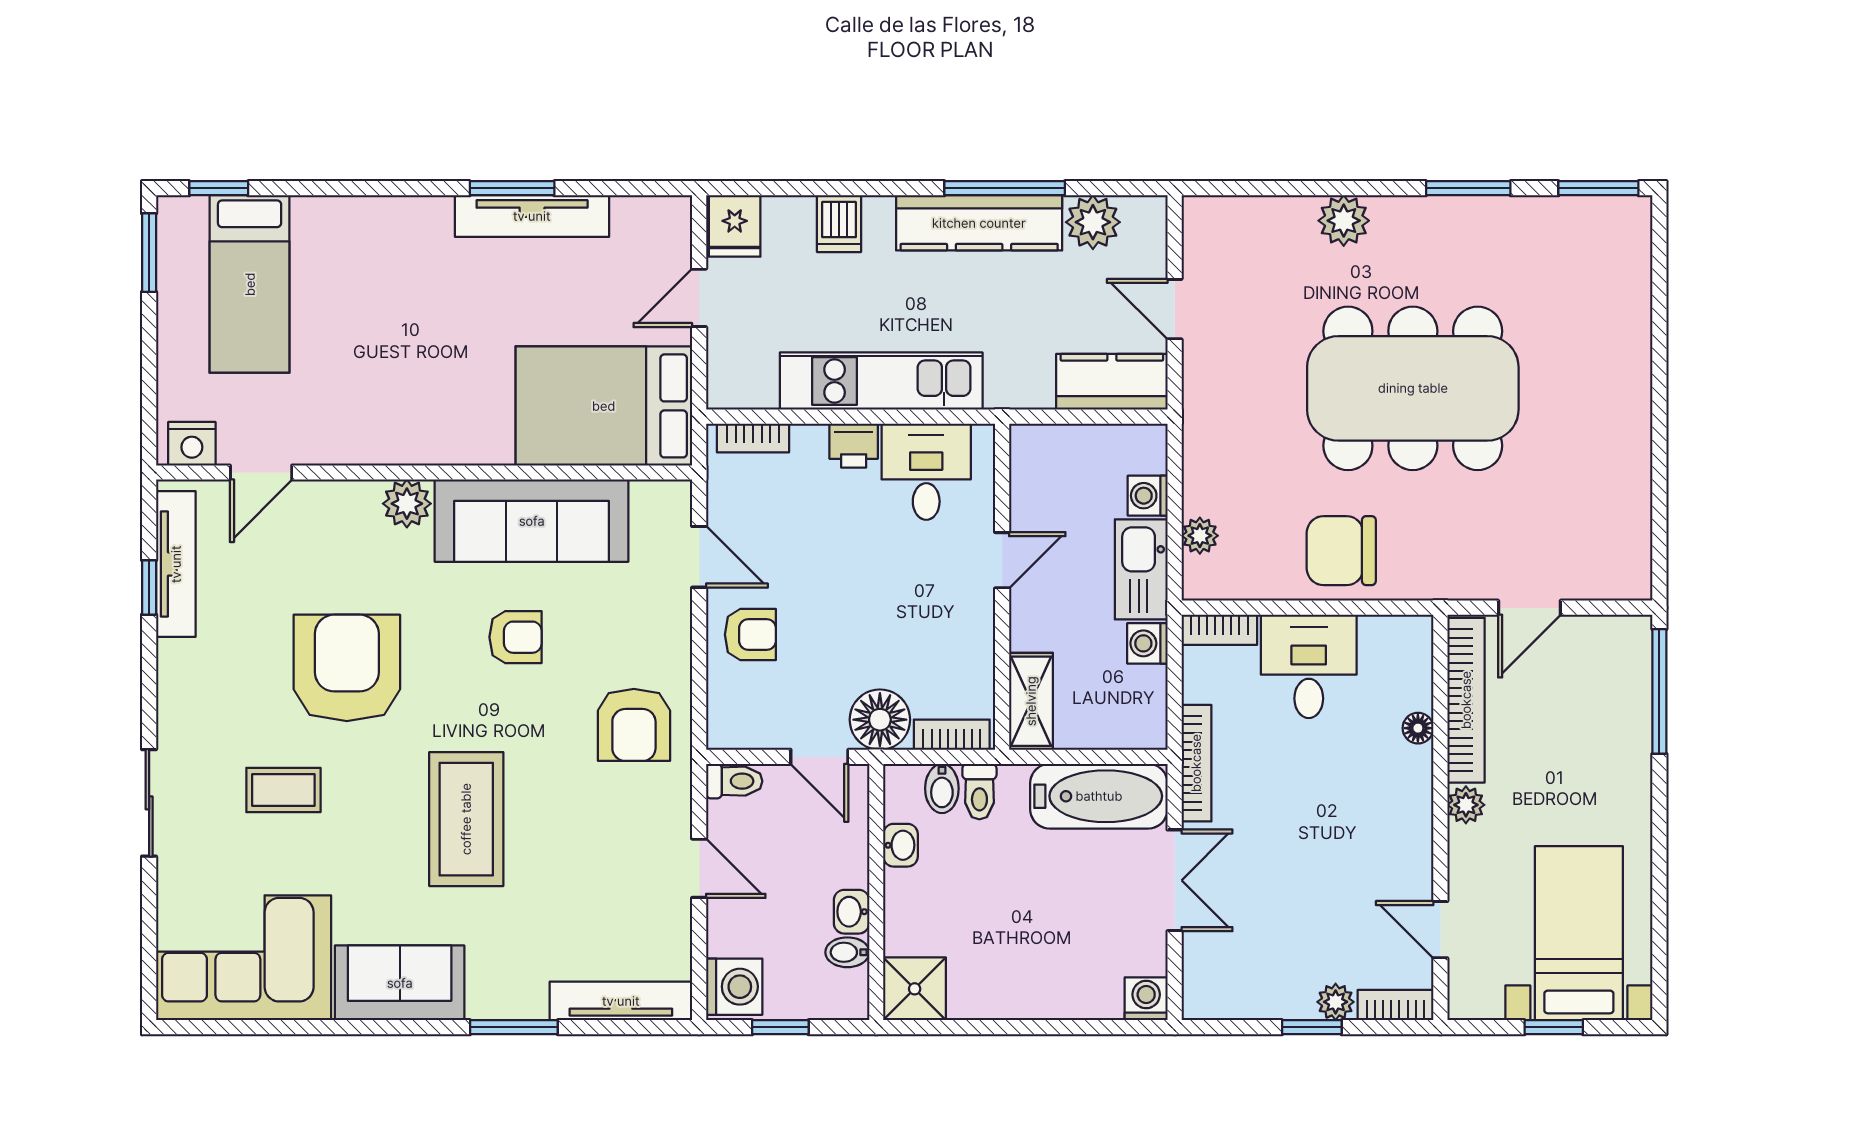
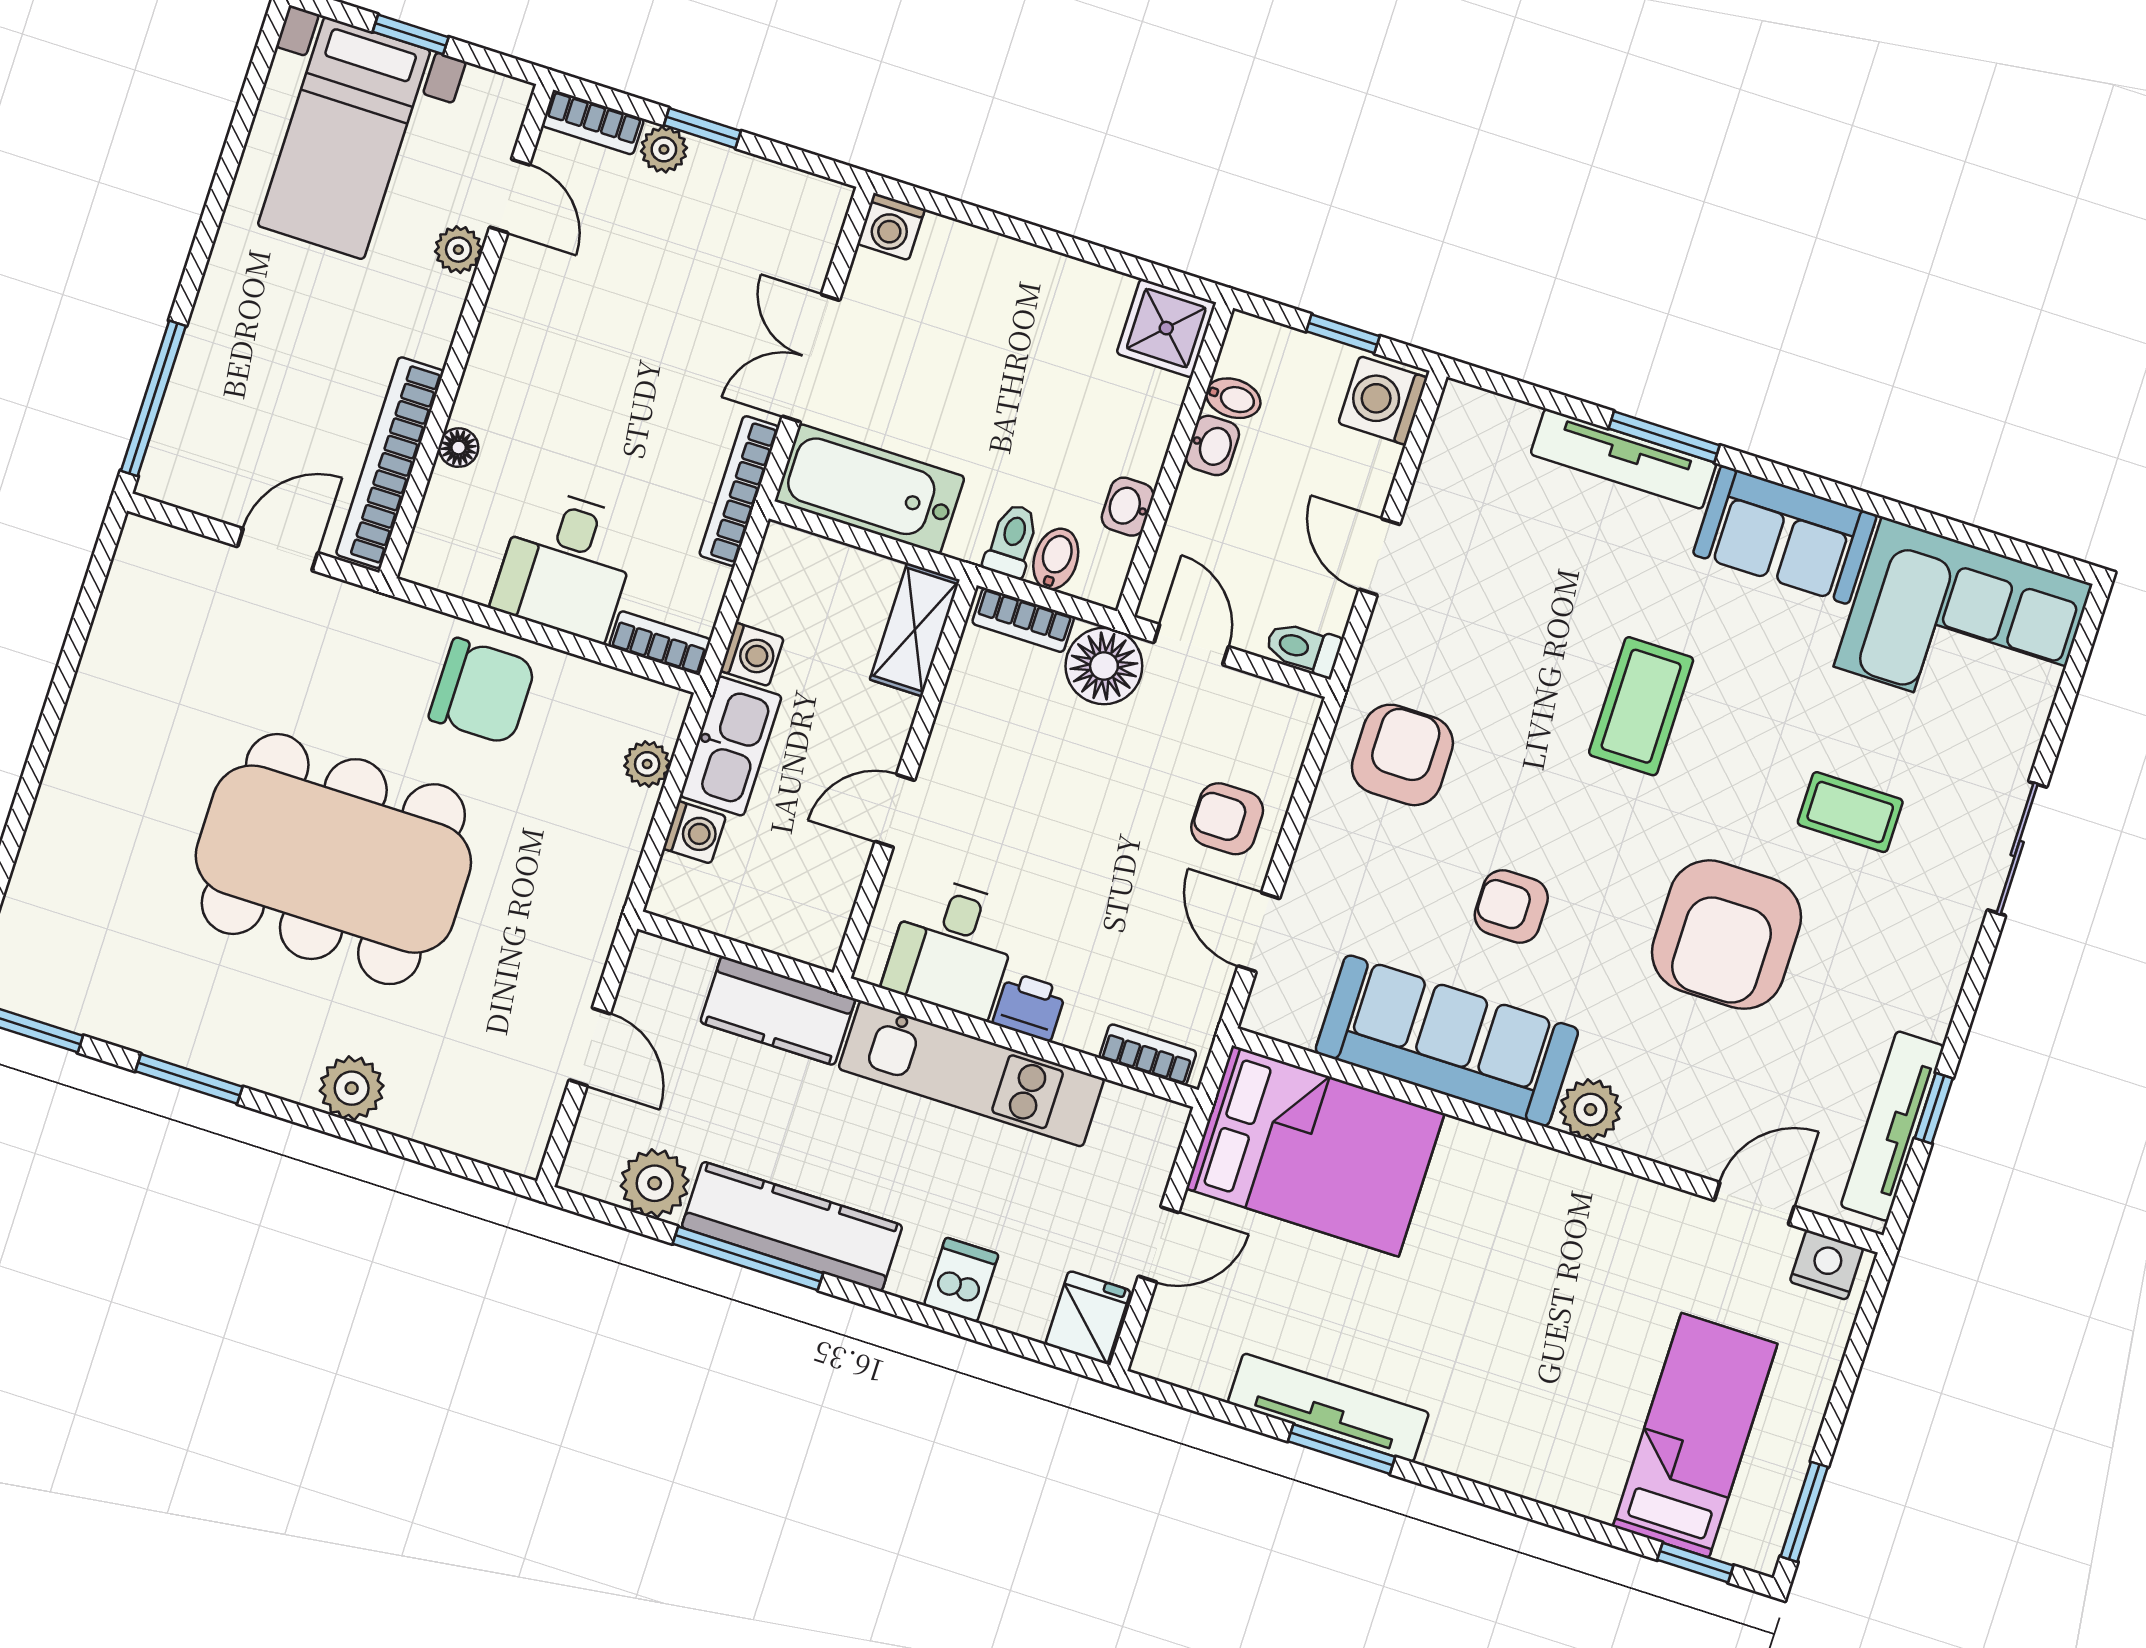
kitchen counter: (1112, 382) -> (778, 1011), moved
plant: (1466, 805) -> (458, 250), moved
coffee table: (466, 819) -> (1641, 706), width x0.73, depth x0.76
tv unit: (621, 1001) -> (1623, 459), moved

